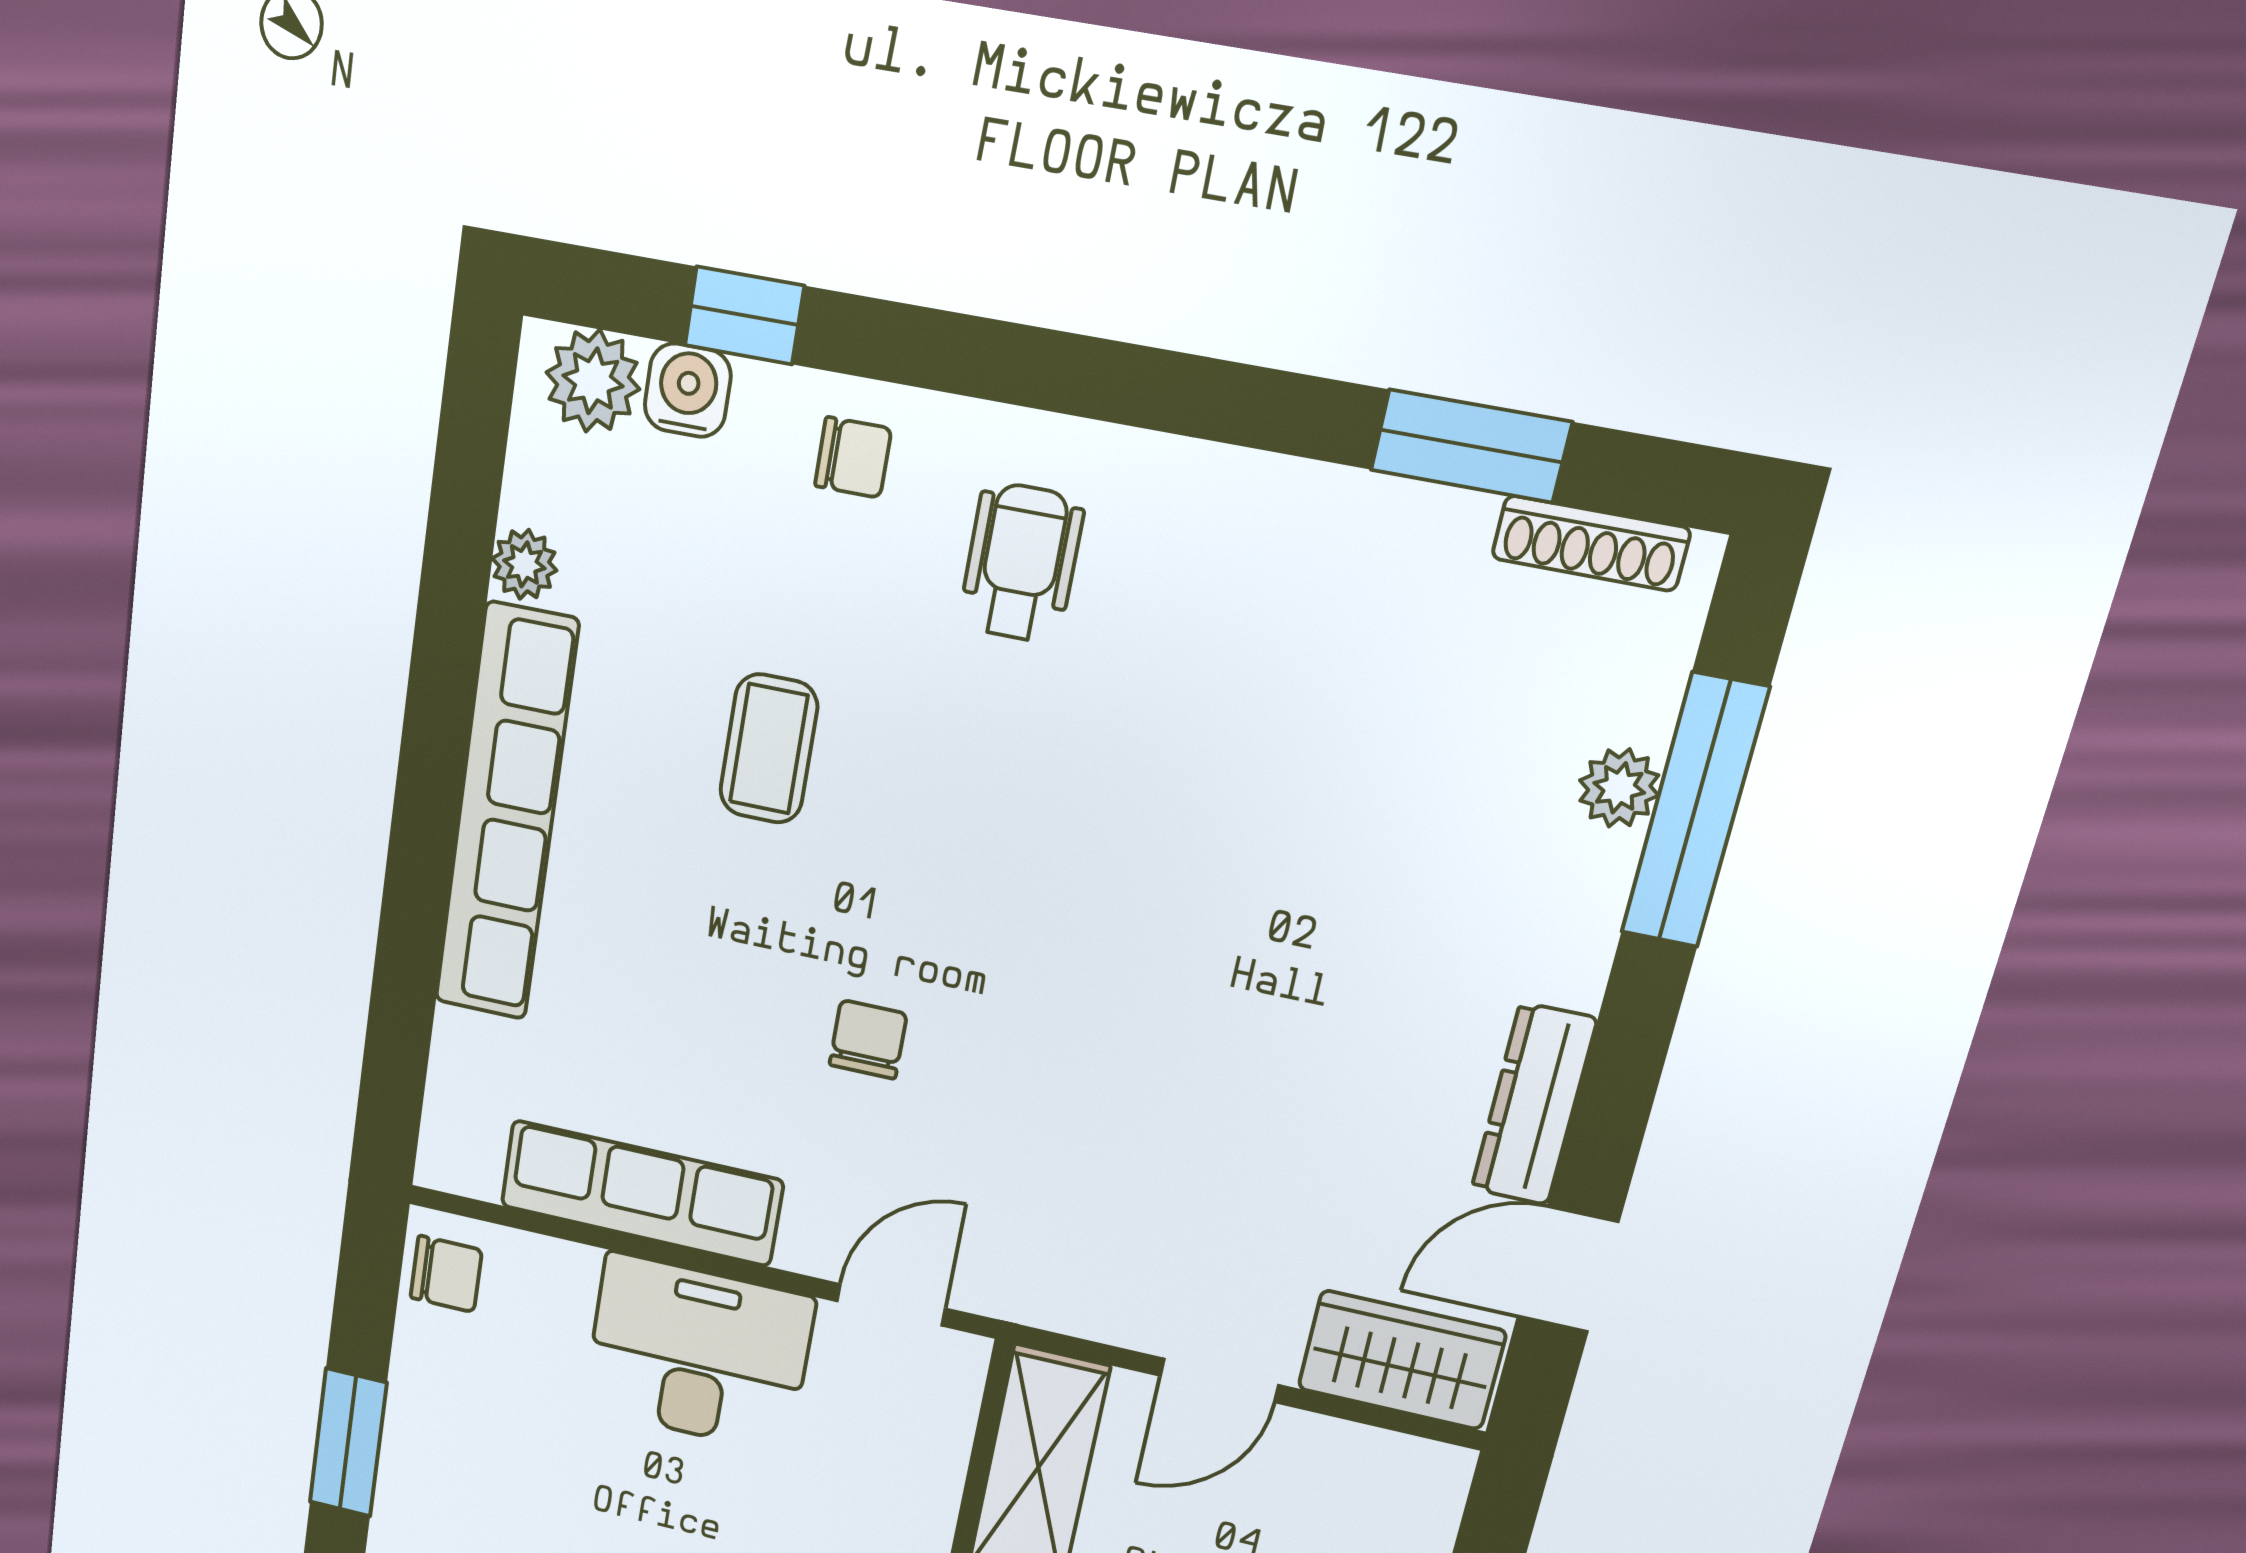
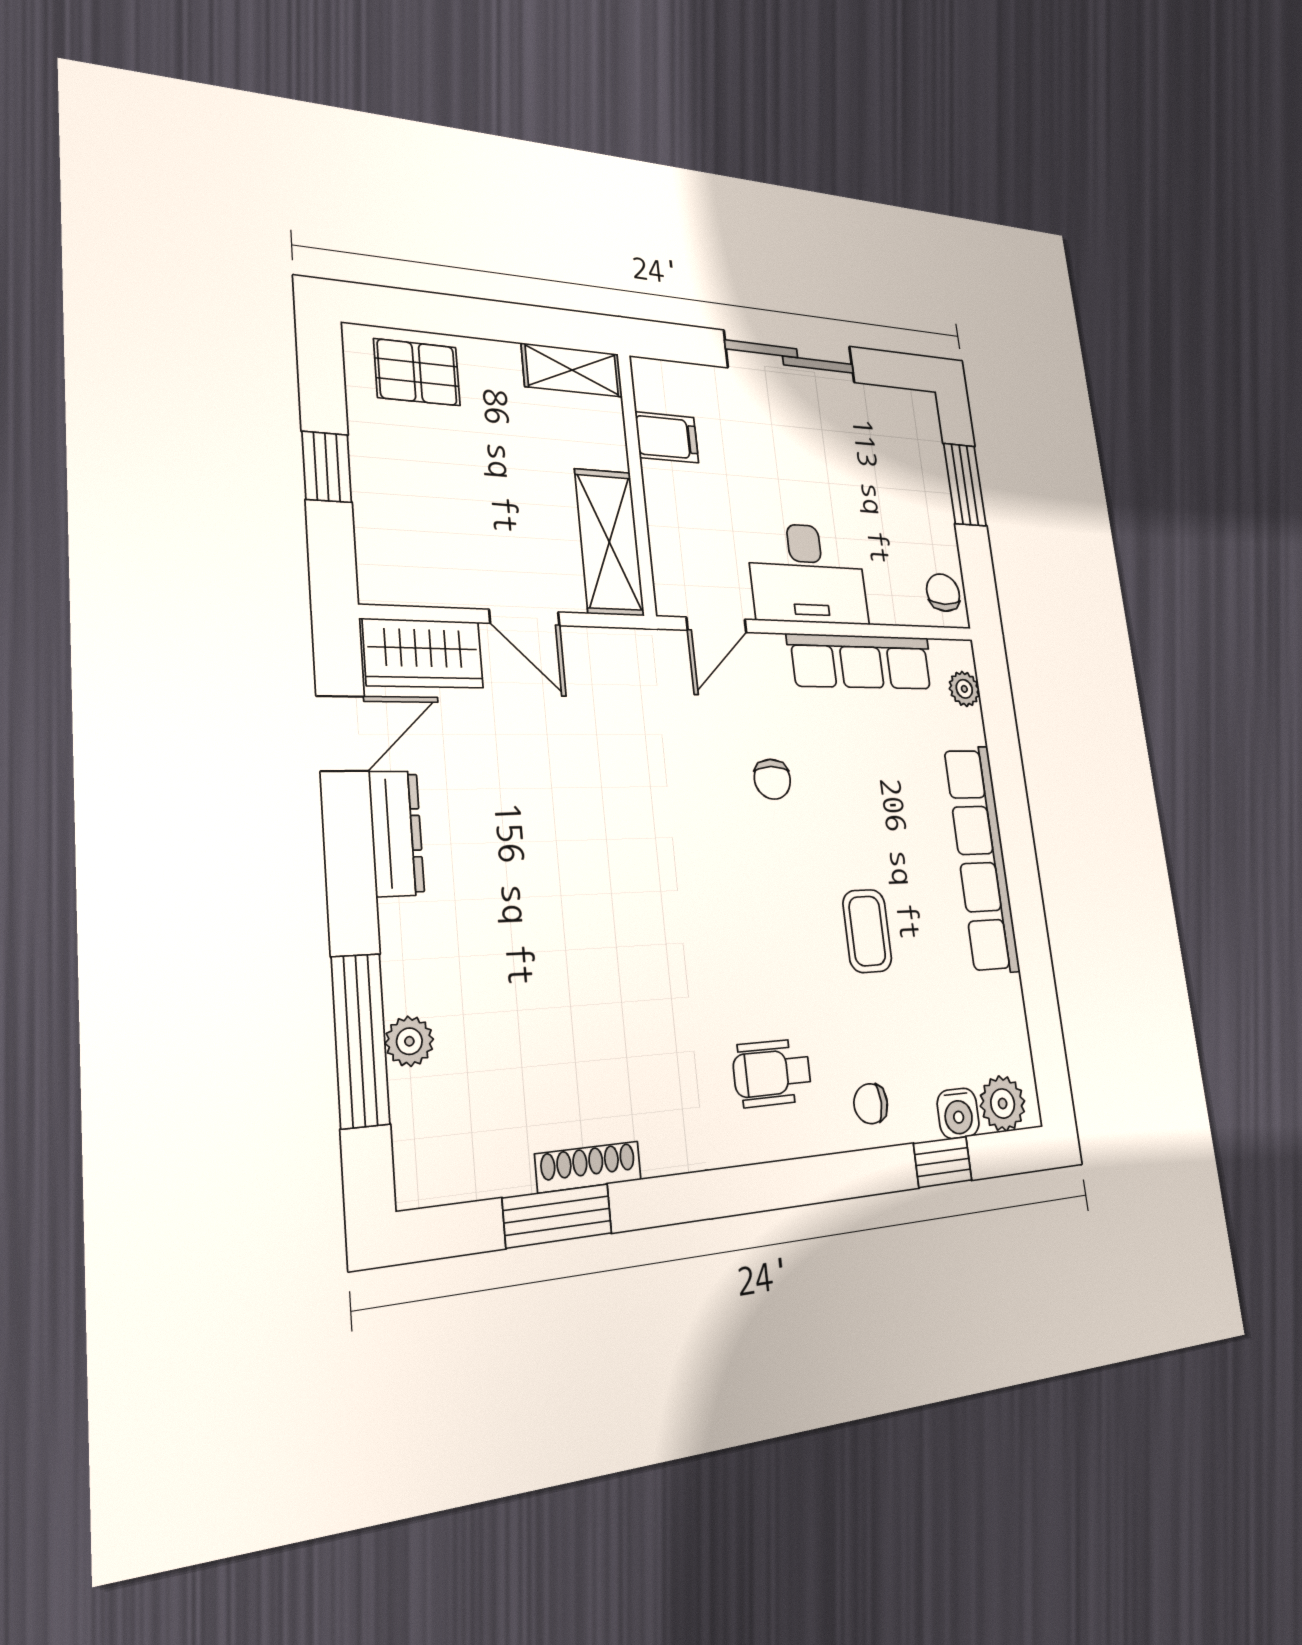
shoe rack: (1591, 543) -> (588, 1167), moved
wheelchair: (1021, 563) -> (772, 1073), turned 90
plant: (524, 564) -> (964, 689), moved
chair: (446, 1274) -> (943, 593), turned 90
door: (1219, 1380) -> (525, 618), swing flipped

